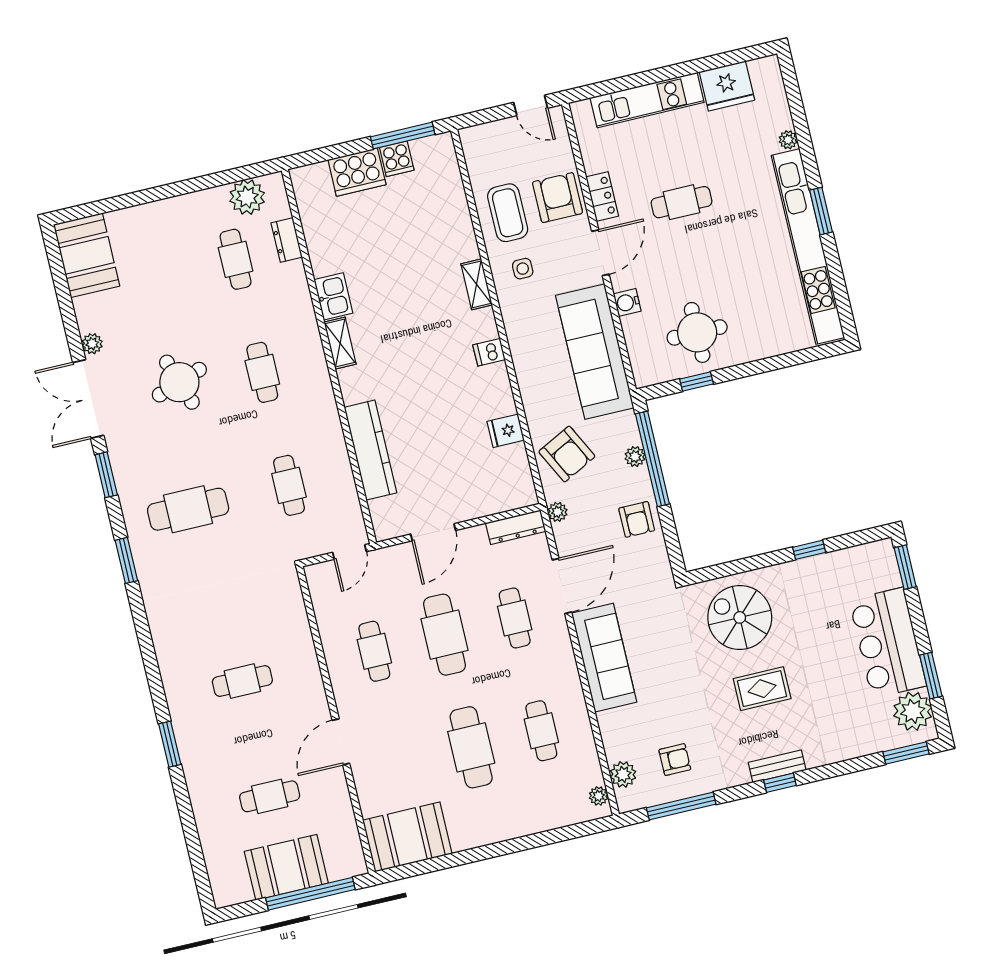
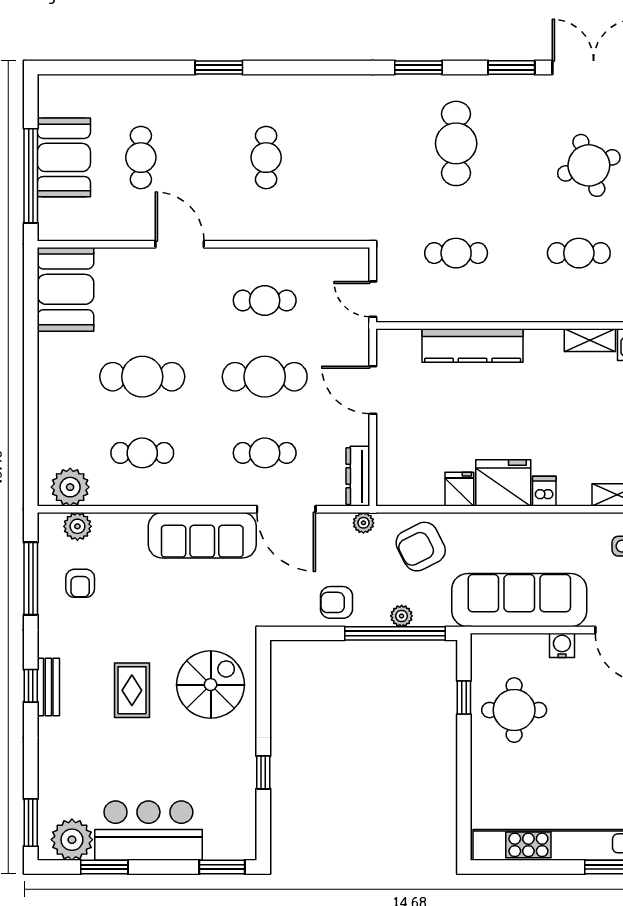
fridge: (490, 392) -> (503, 483), added
plant: (599, 796) -> (70, 487), width x1.88, depth x1.88

